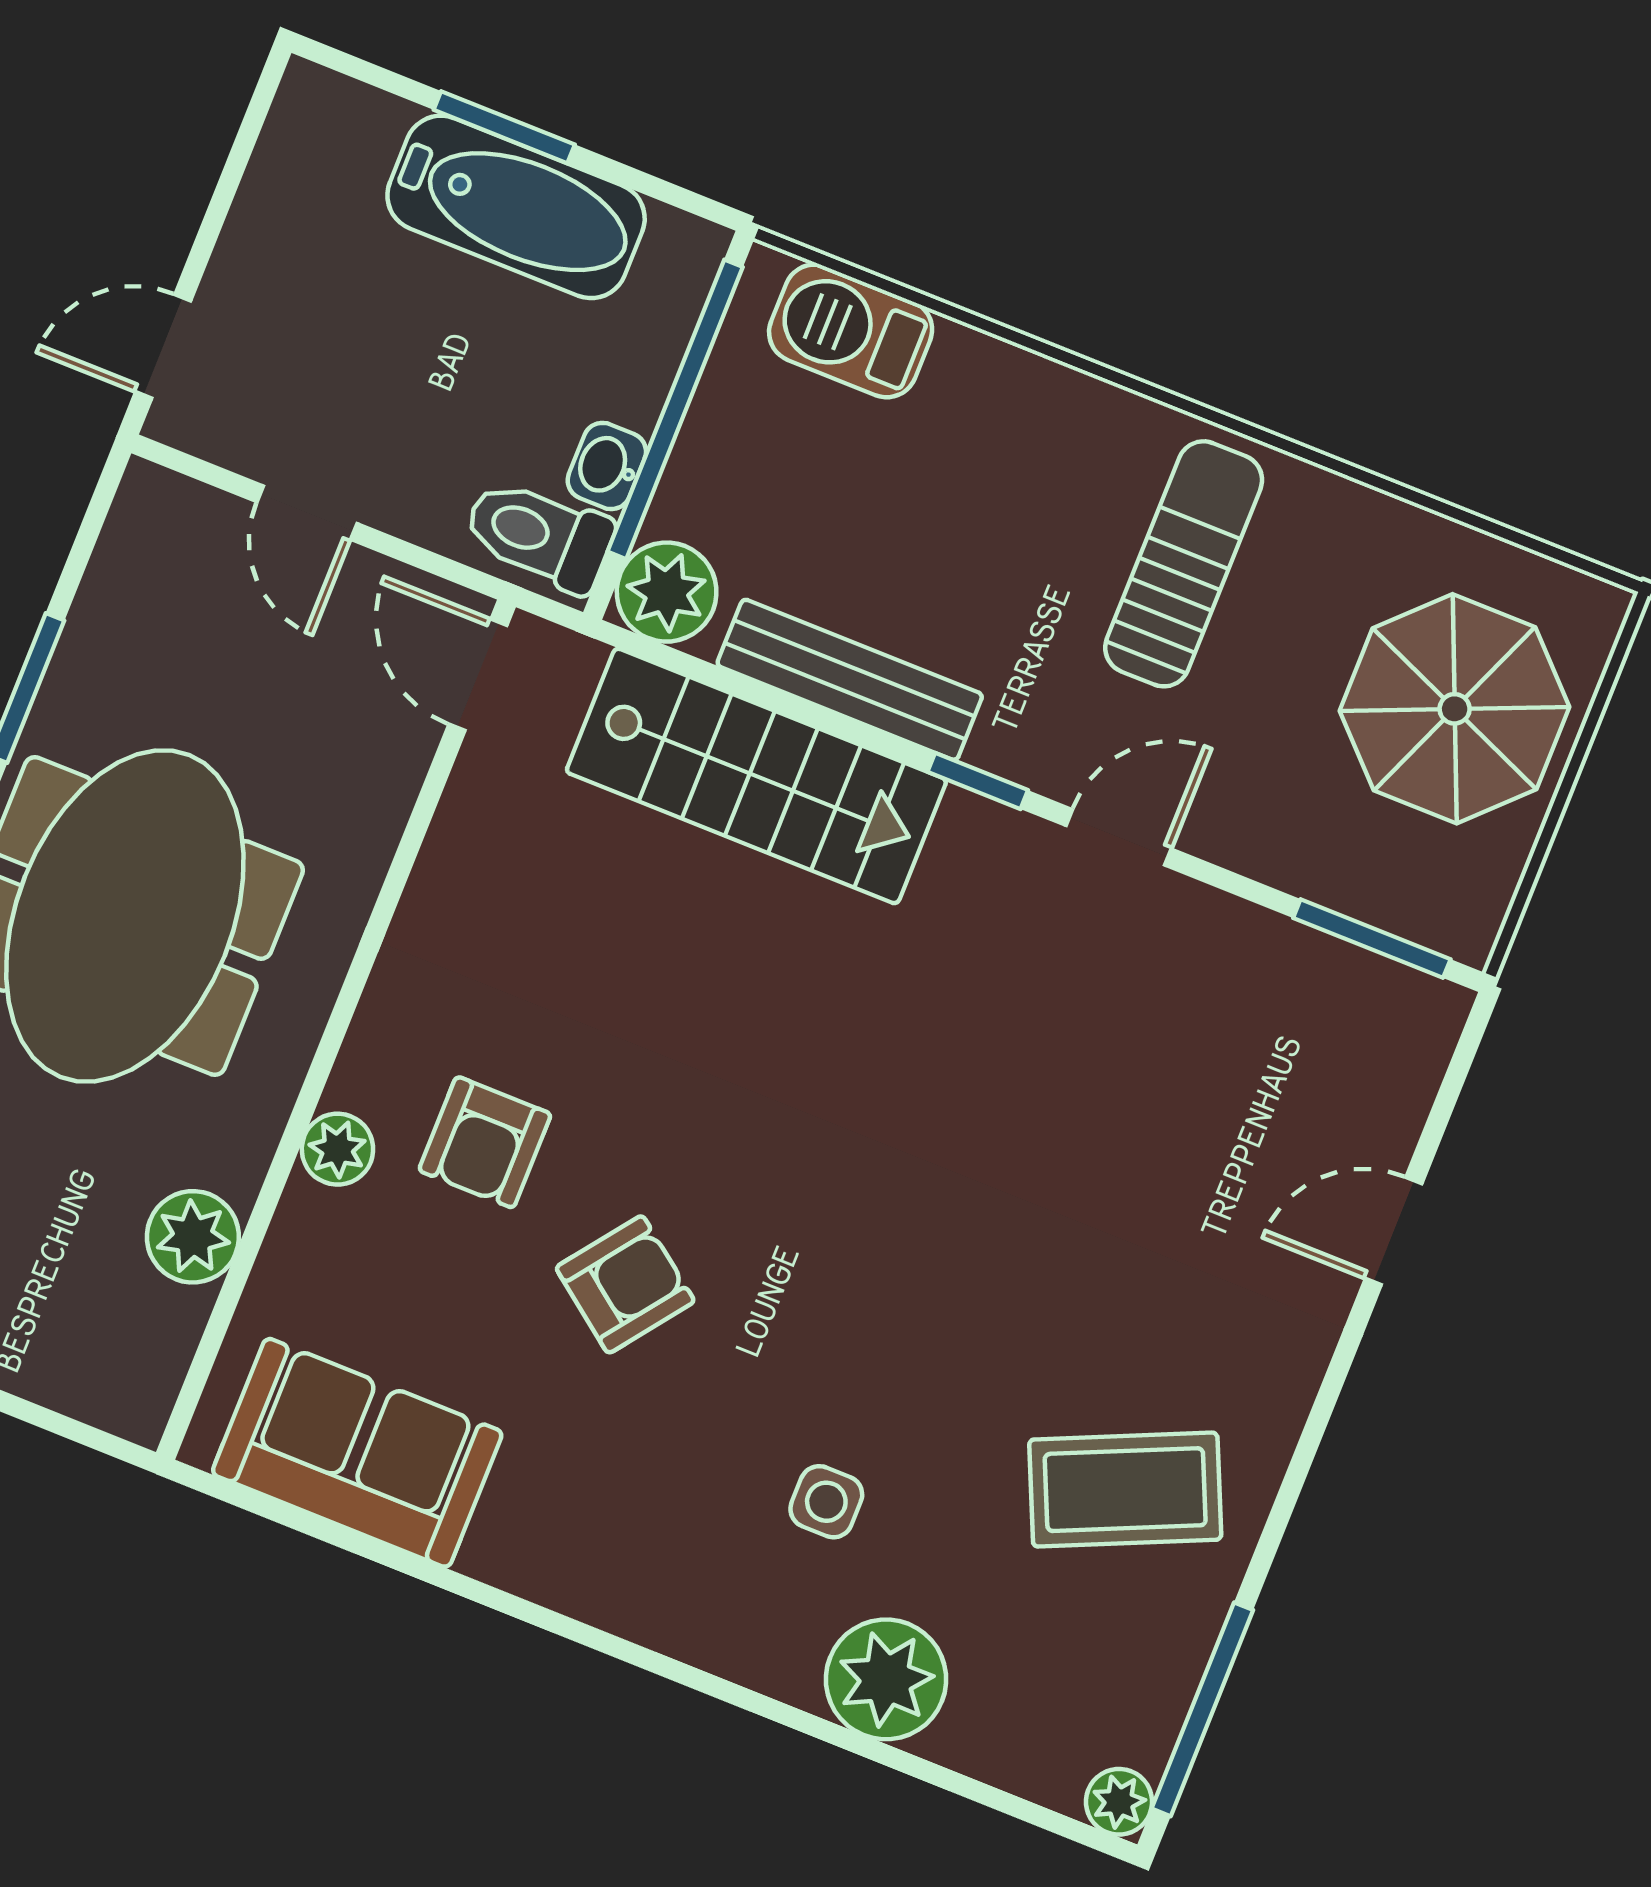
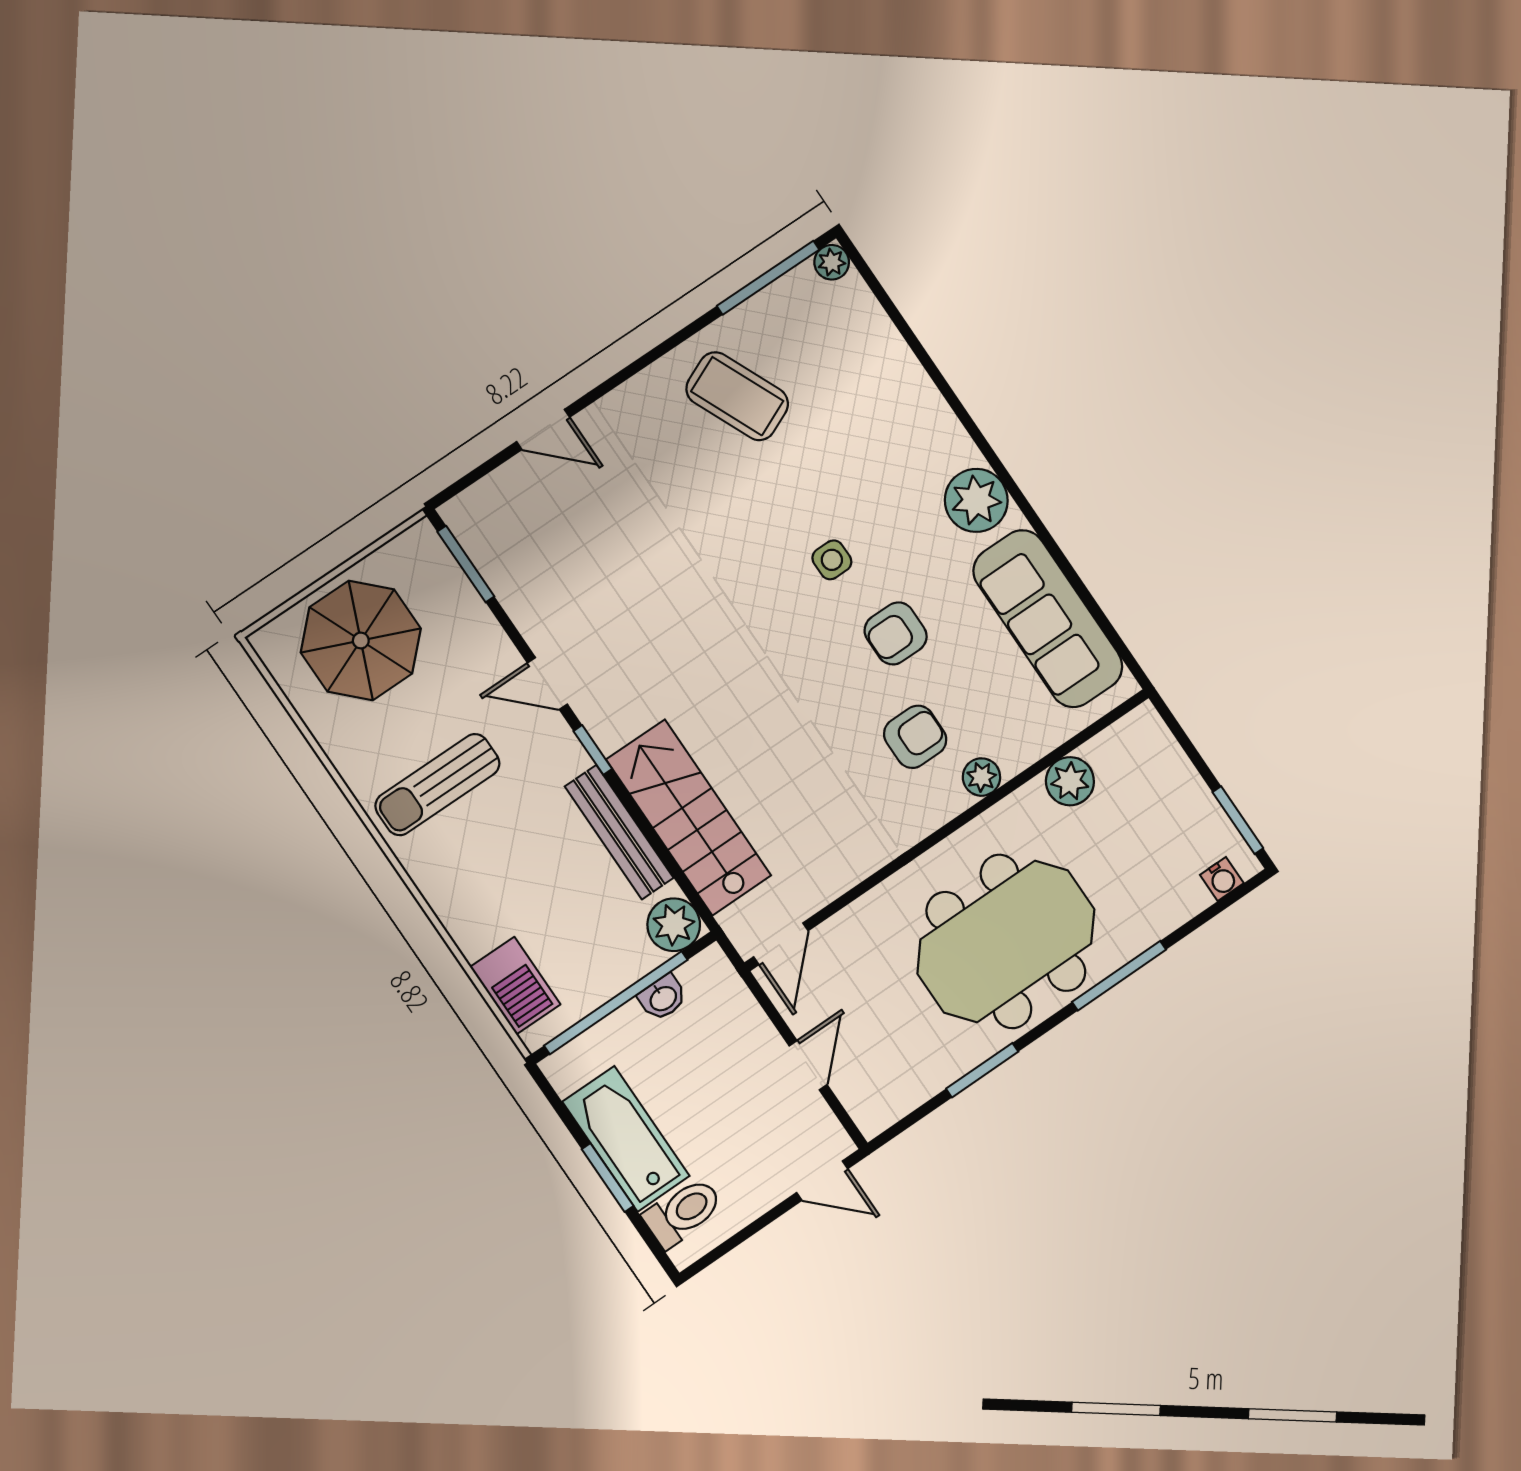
toilet: (539, 535) -> (683, 1212), moved, turned -90
armchair: (625, 1284) -> (896, 633), turned -37
sofa: (357, 1453) -> (1048, 619), width x1.36
side table: (826, 1502) -> (832, 560), moved
plant: (886, 1679) -> (976, 500), moved

